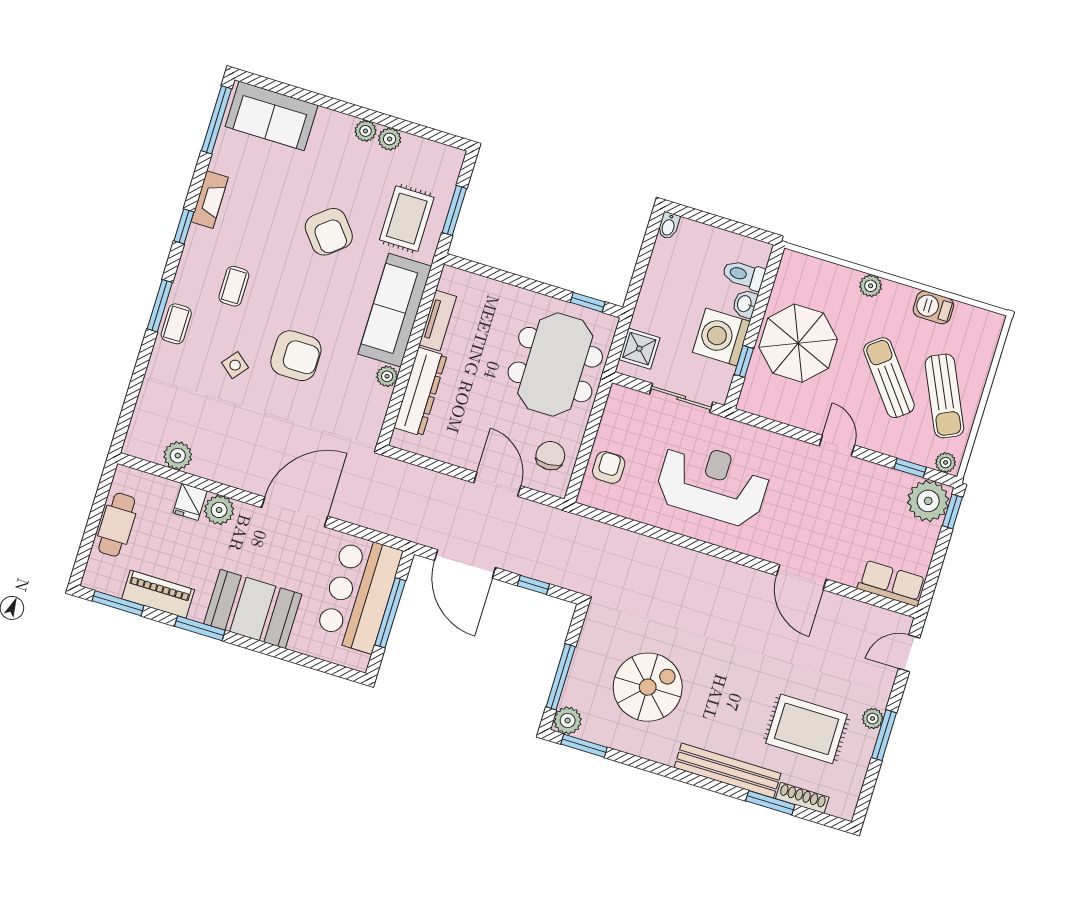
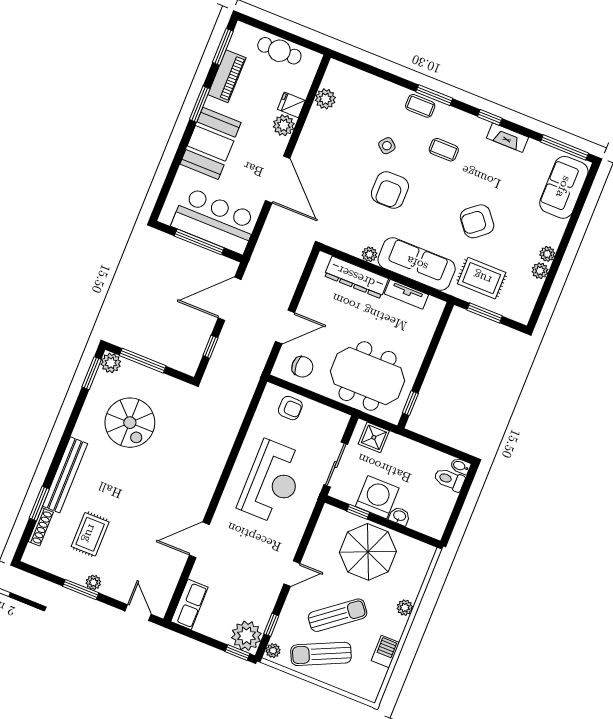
toilet: (744, 275) -> (449, 480), moved, turned -90
rug: (807, 729) -> (90, 534), width x0.73, depth x0.70

